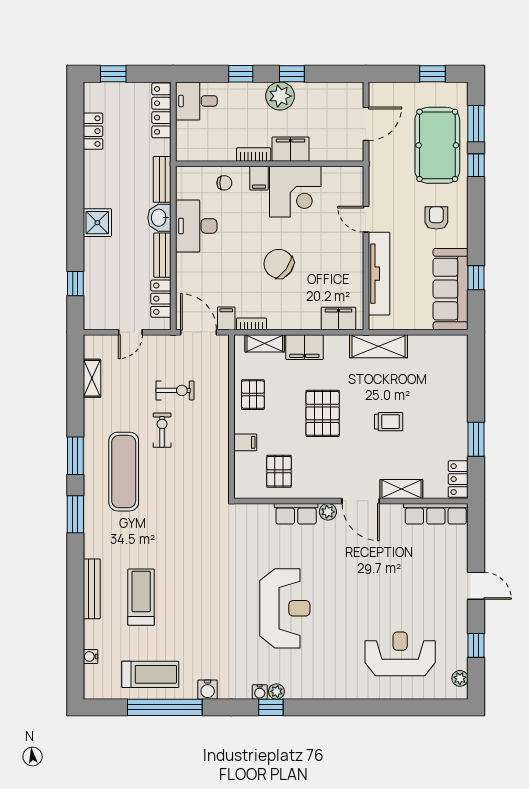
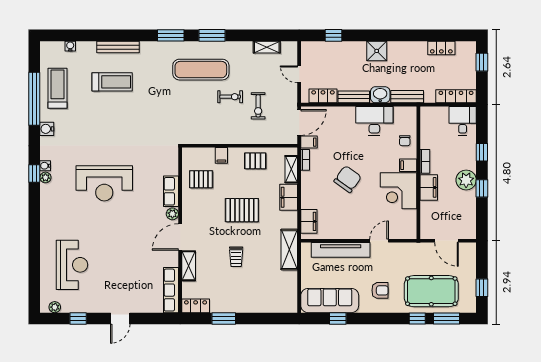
treadmill: (150, 674) -> (58, 88), turned 180

